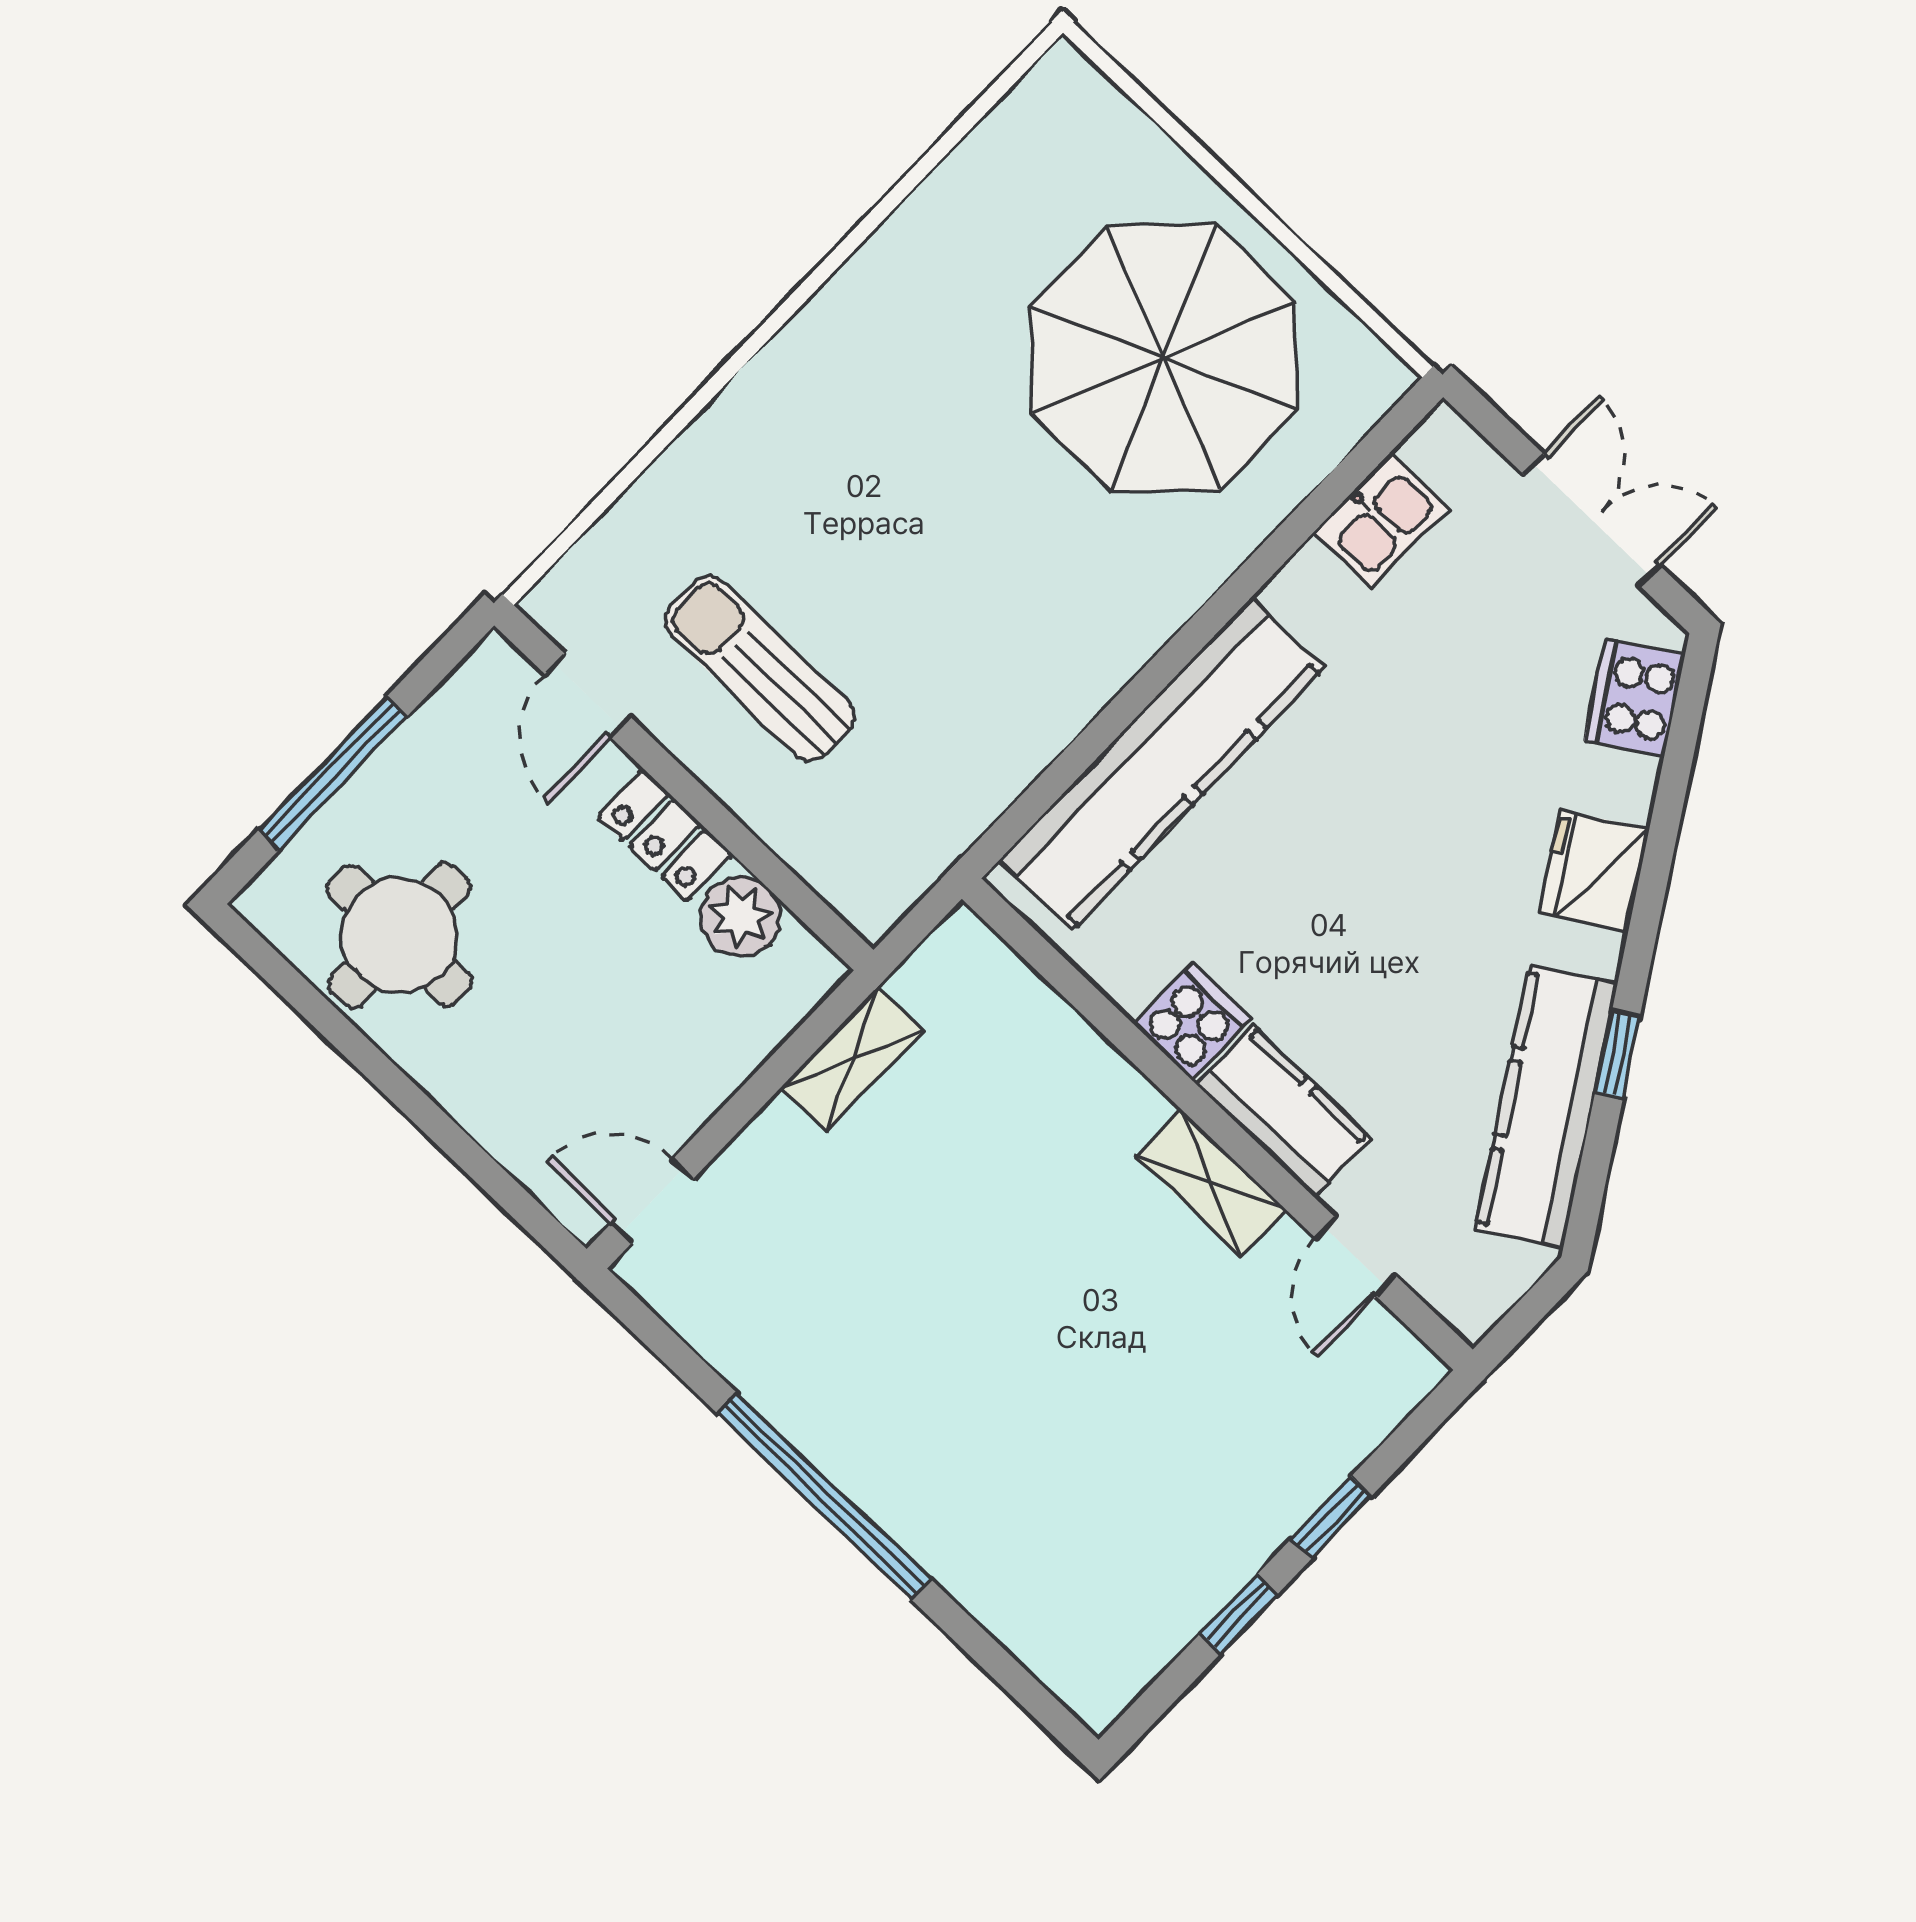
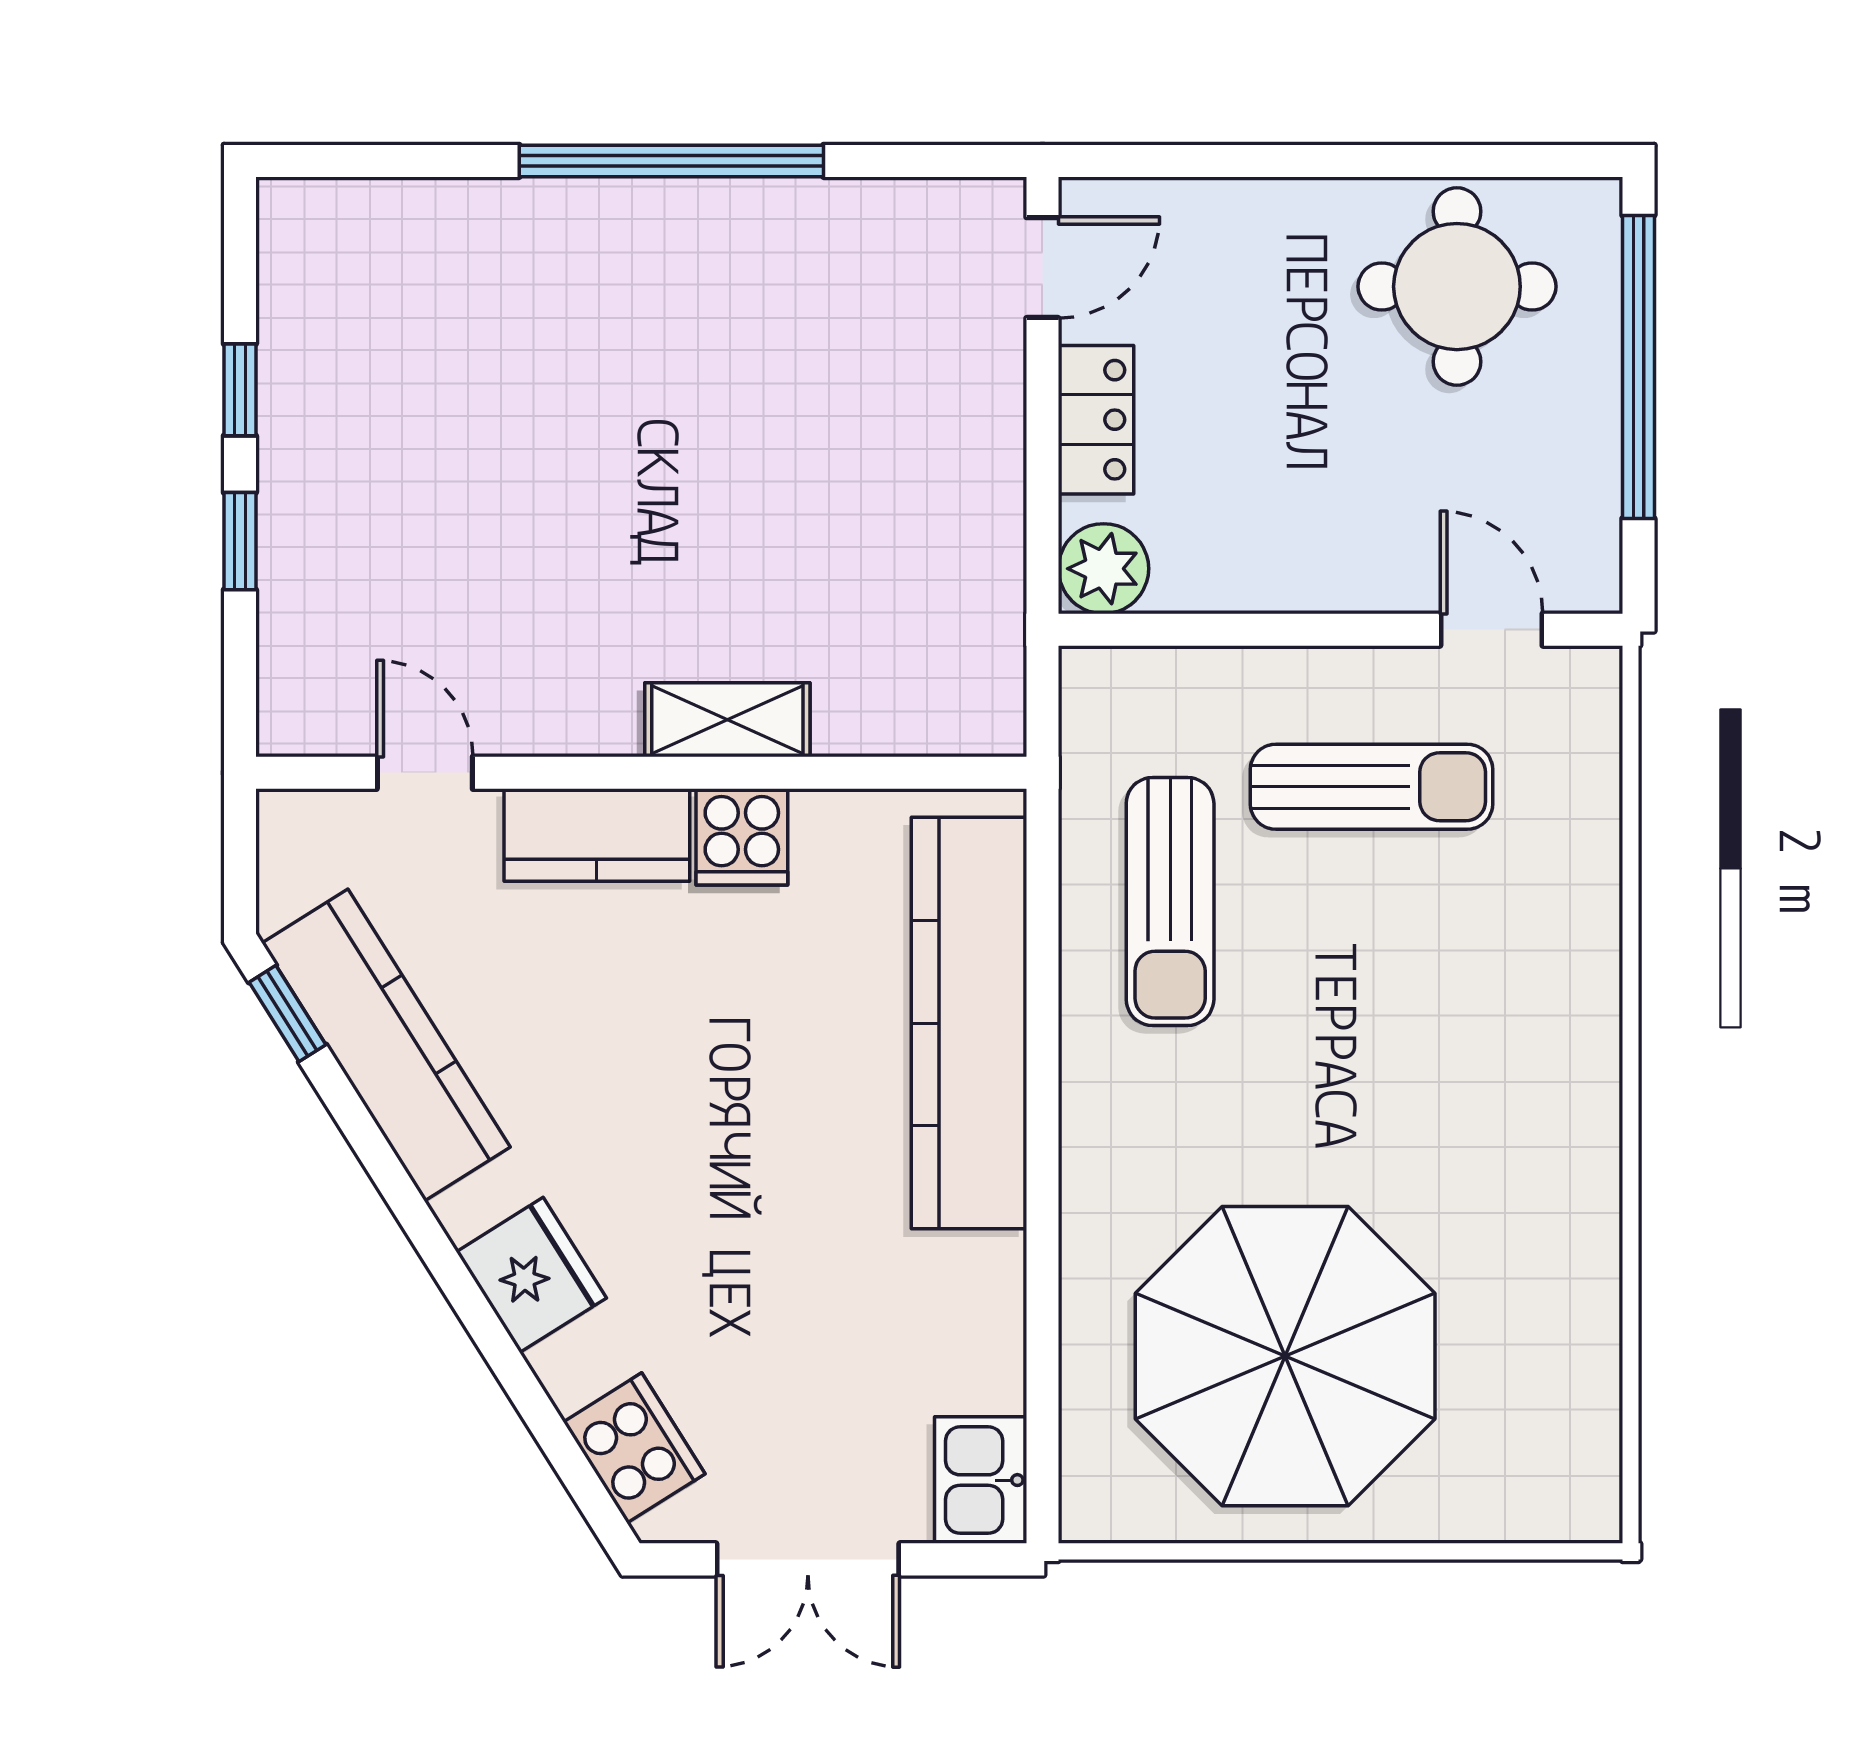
kitchen sink: (1381, 520) -> (981, 1480), moved
sun lounger: (959, 719) -> (1170, 901), added
window: (333, 773) -> (1638, 367), width x1.46
locker: (665, 835) -> (1096, 420), moved, turned 90
plant: (741, 917) -> (1104, 569), moved
window: (1617, 1054) -> (287, 1014), moved
shelving: (852, 1059) -> (991, 540), removed
shelving: (1211, 1183) -> (727, 720), moved

